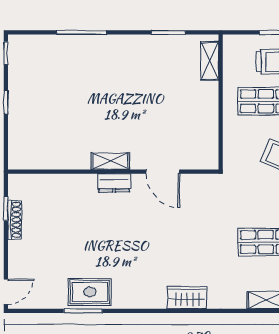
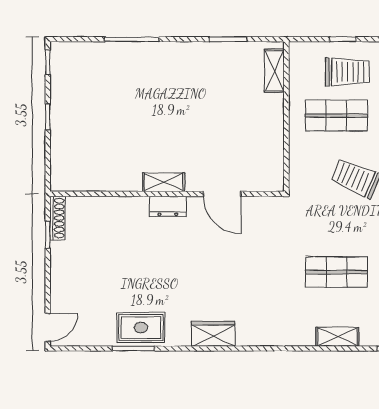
shoe rack: (15, 220) -> (57, 218), moved
wardrobe: (187, 297) -> (213, 334), moved

